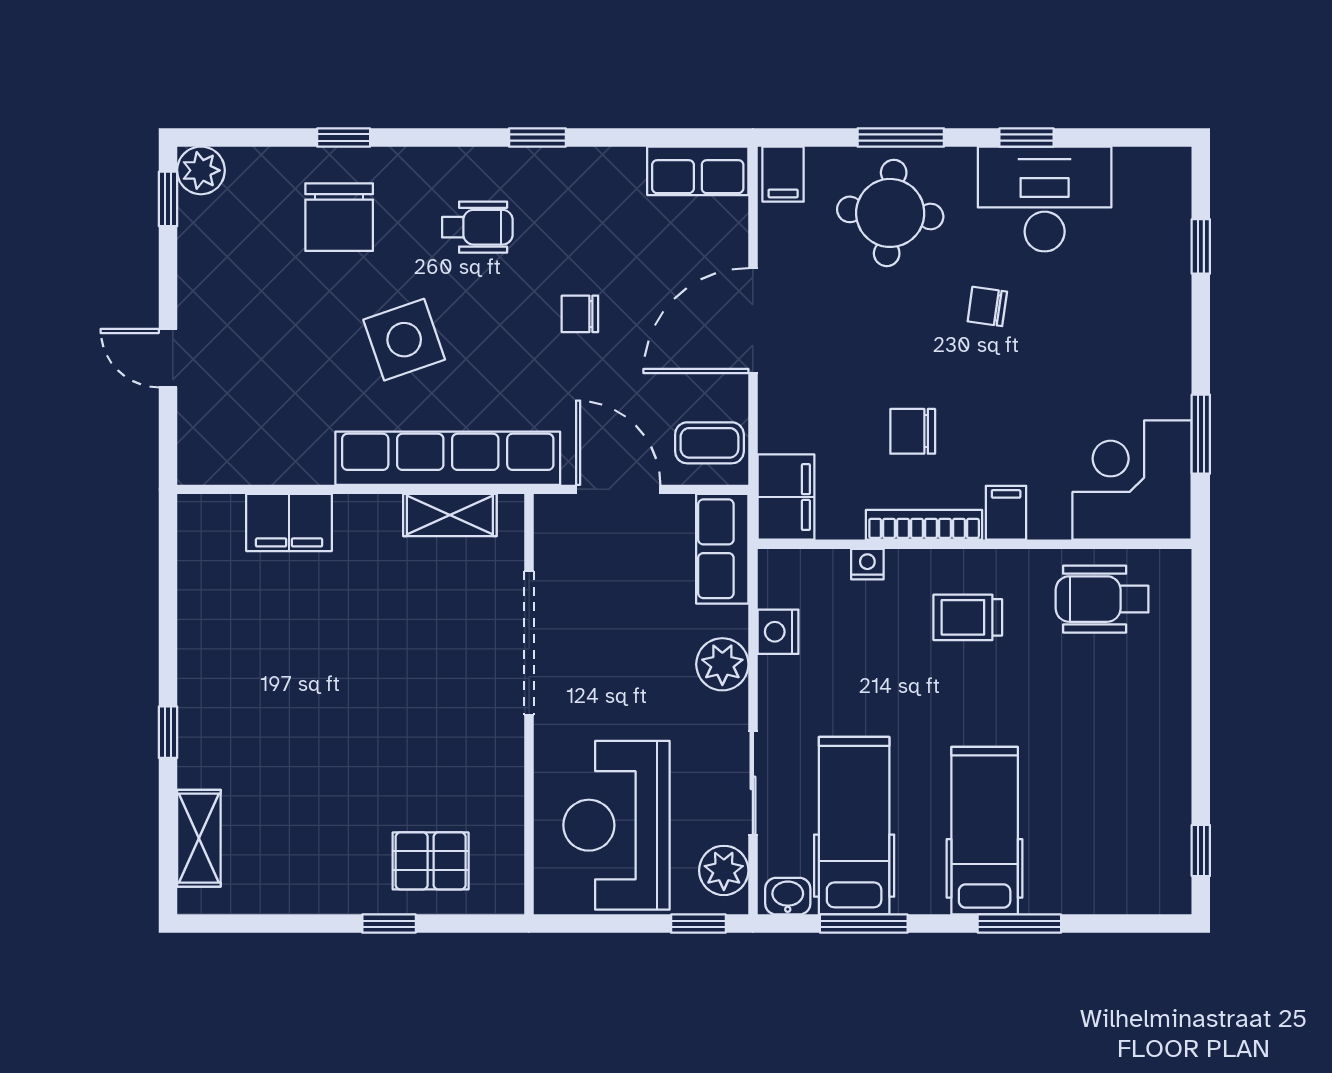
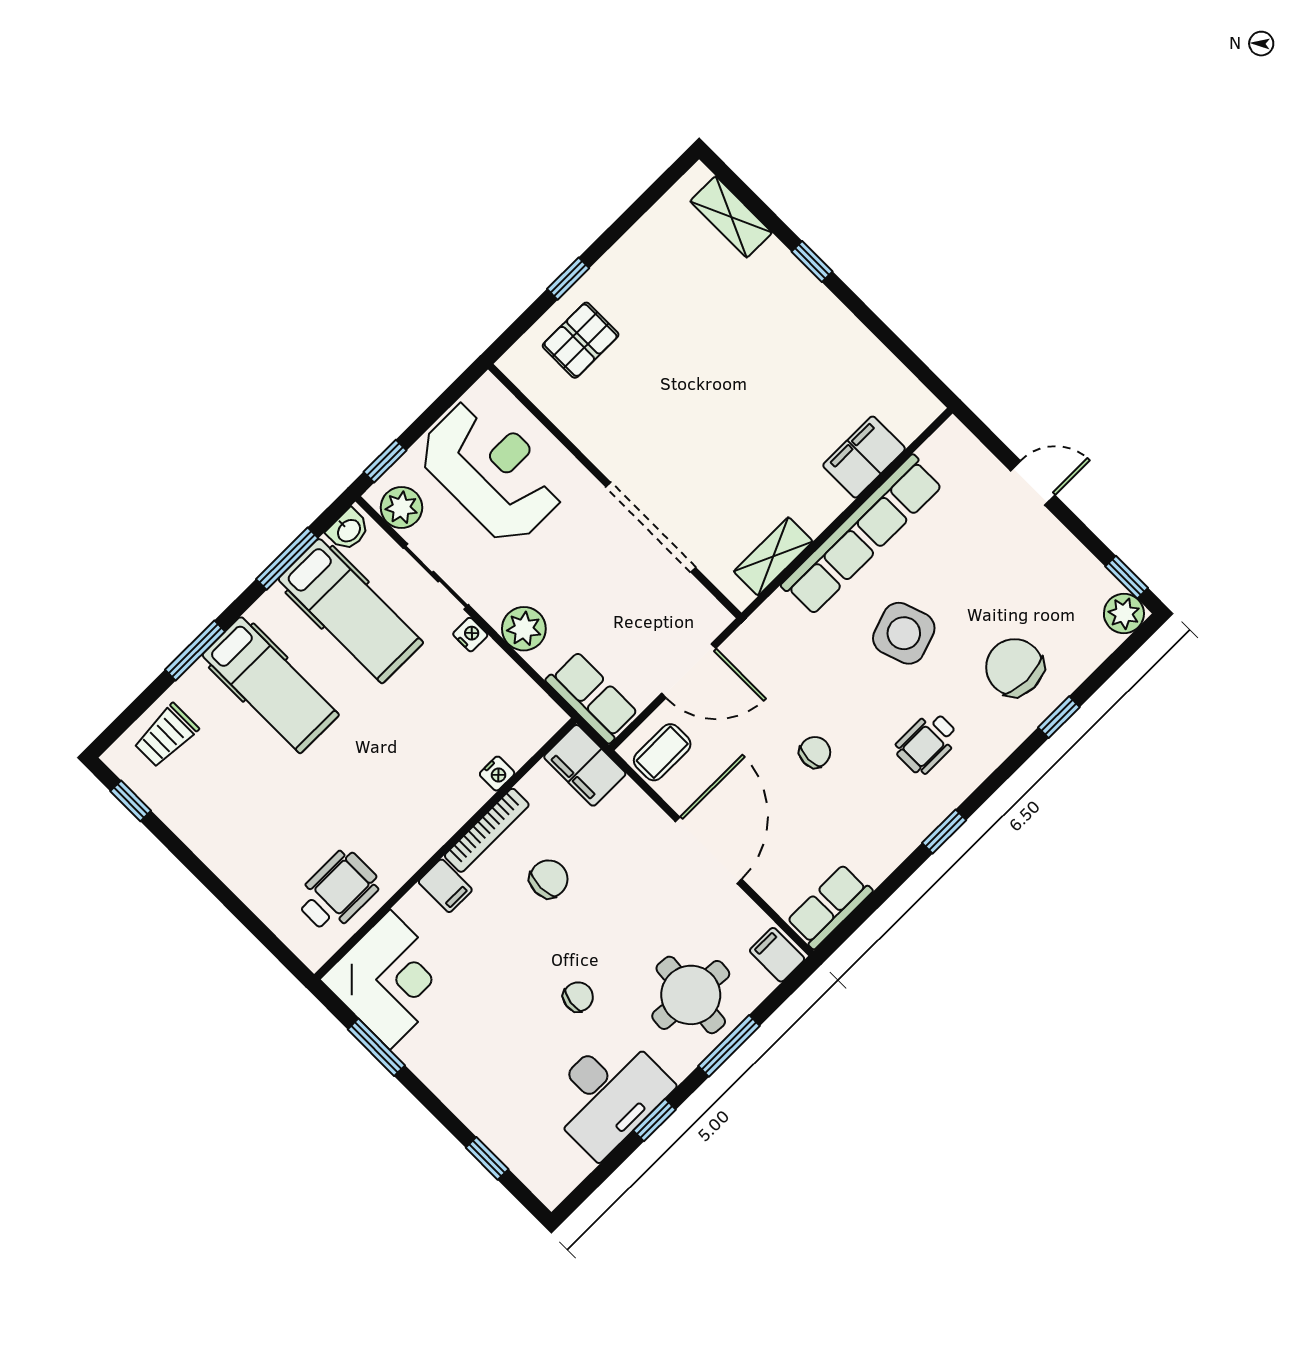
row of seats: (448, 458) -> (862, 535), moved
trolley: (968, 617) -> (166, 736), moved, turned 180
nightstand: (778, 632) -> (470, 635), moved, width x0.72, depth x0.74

